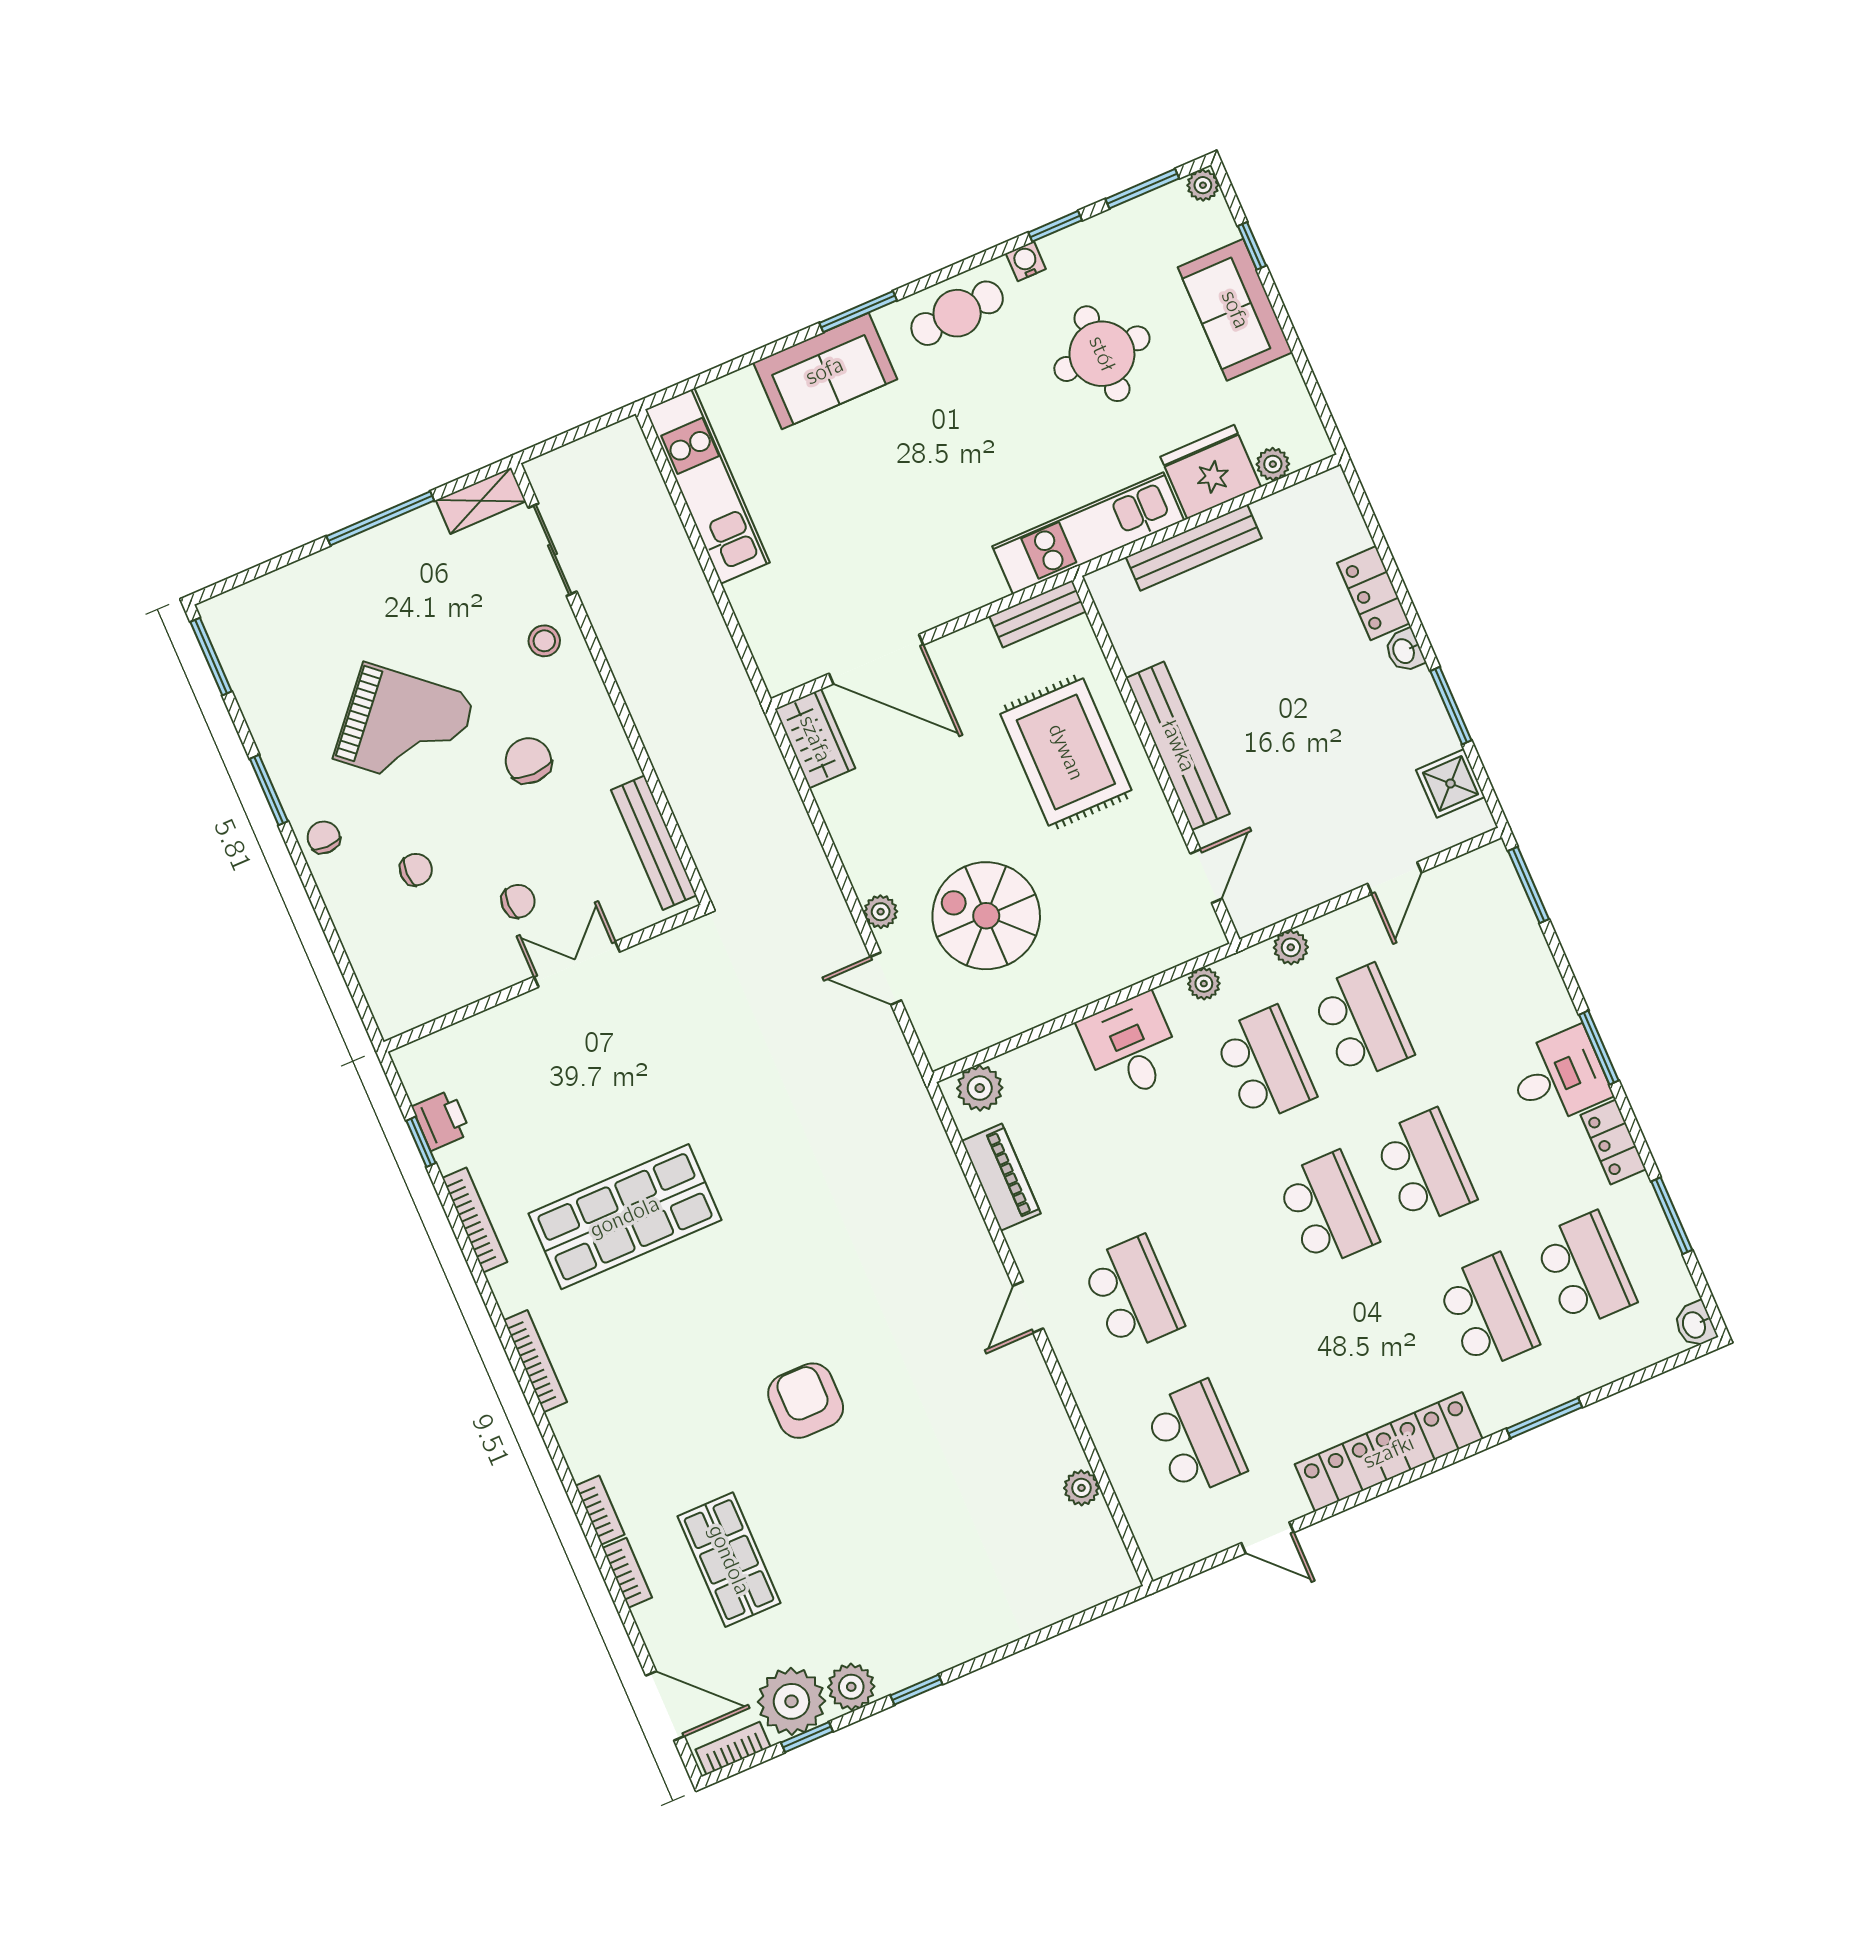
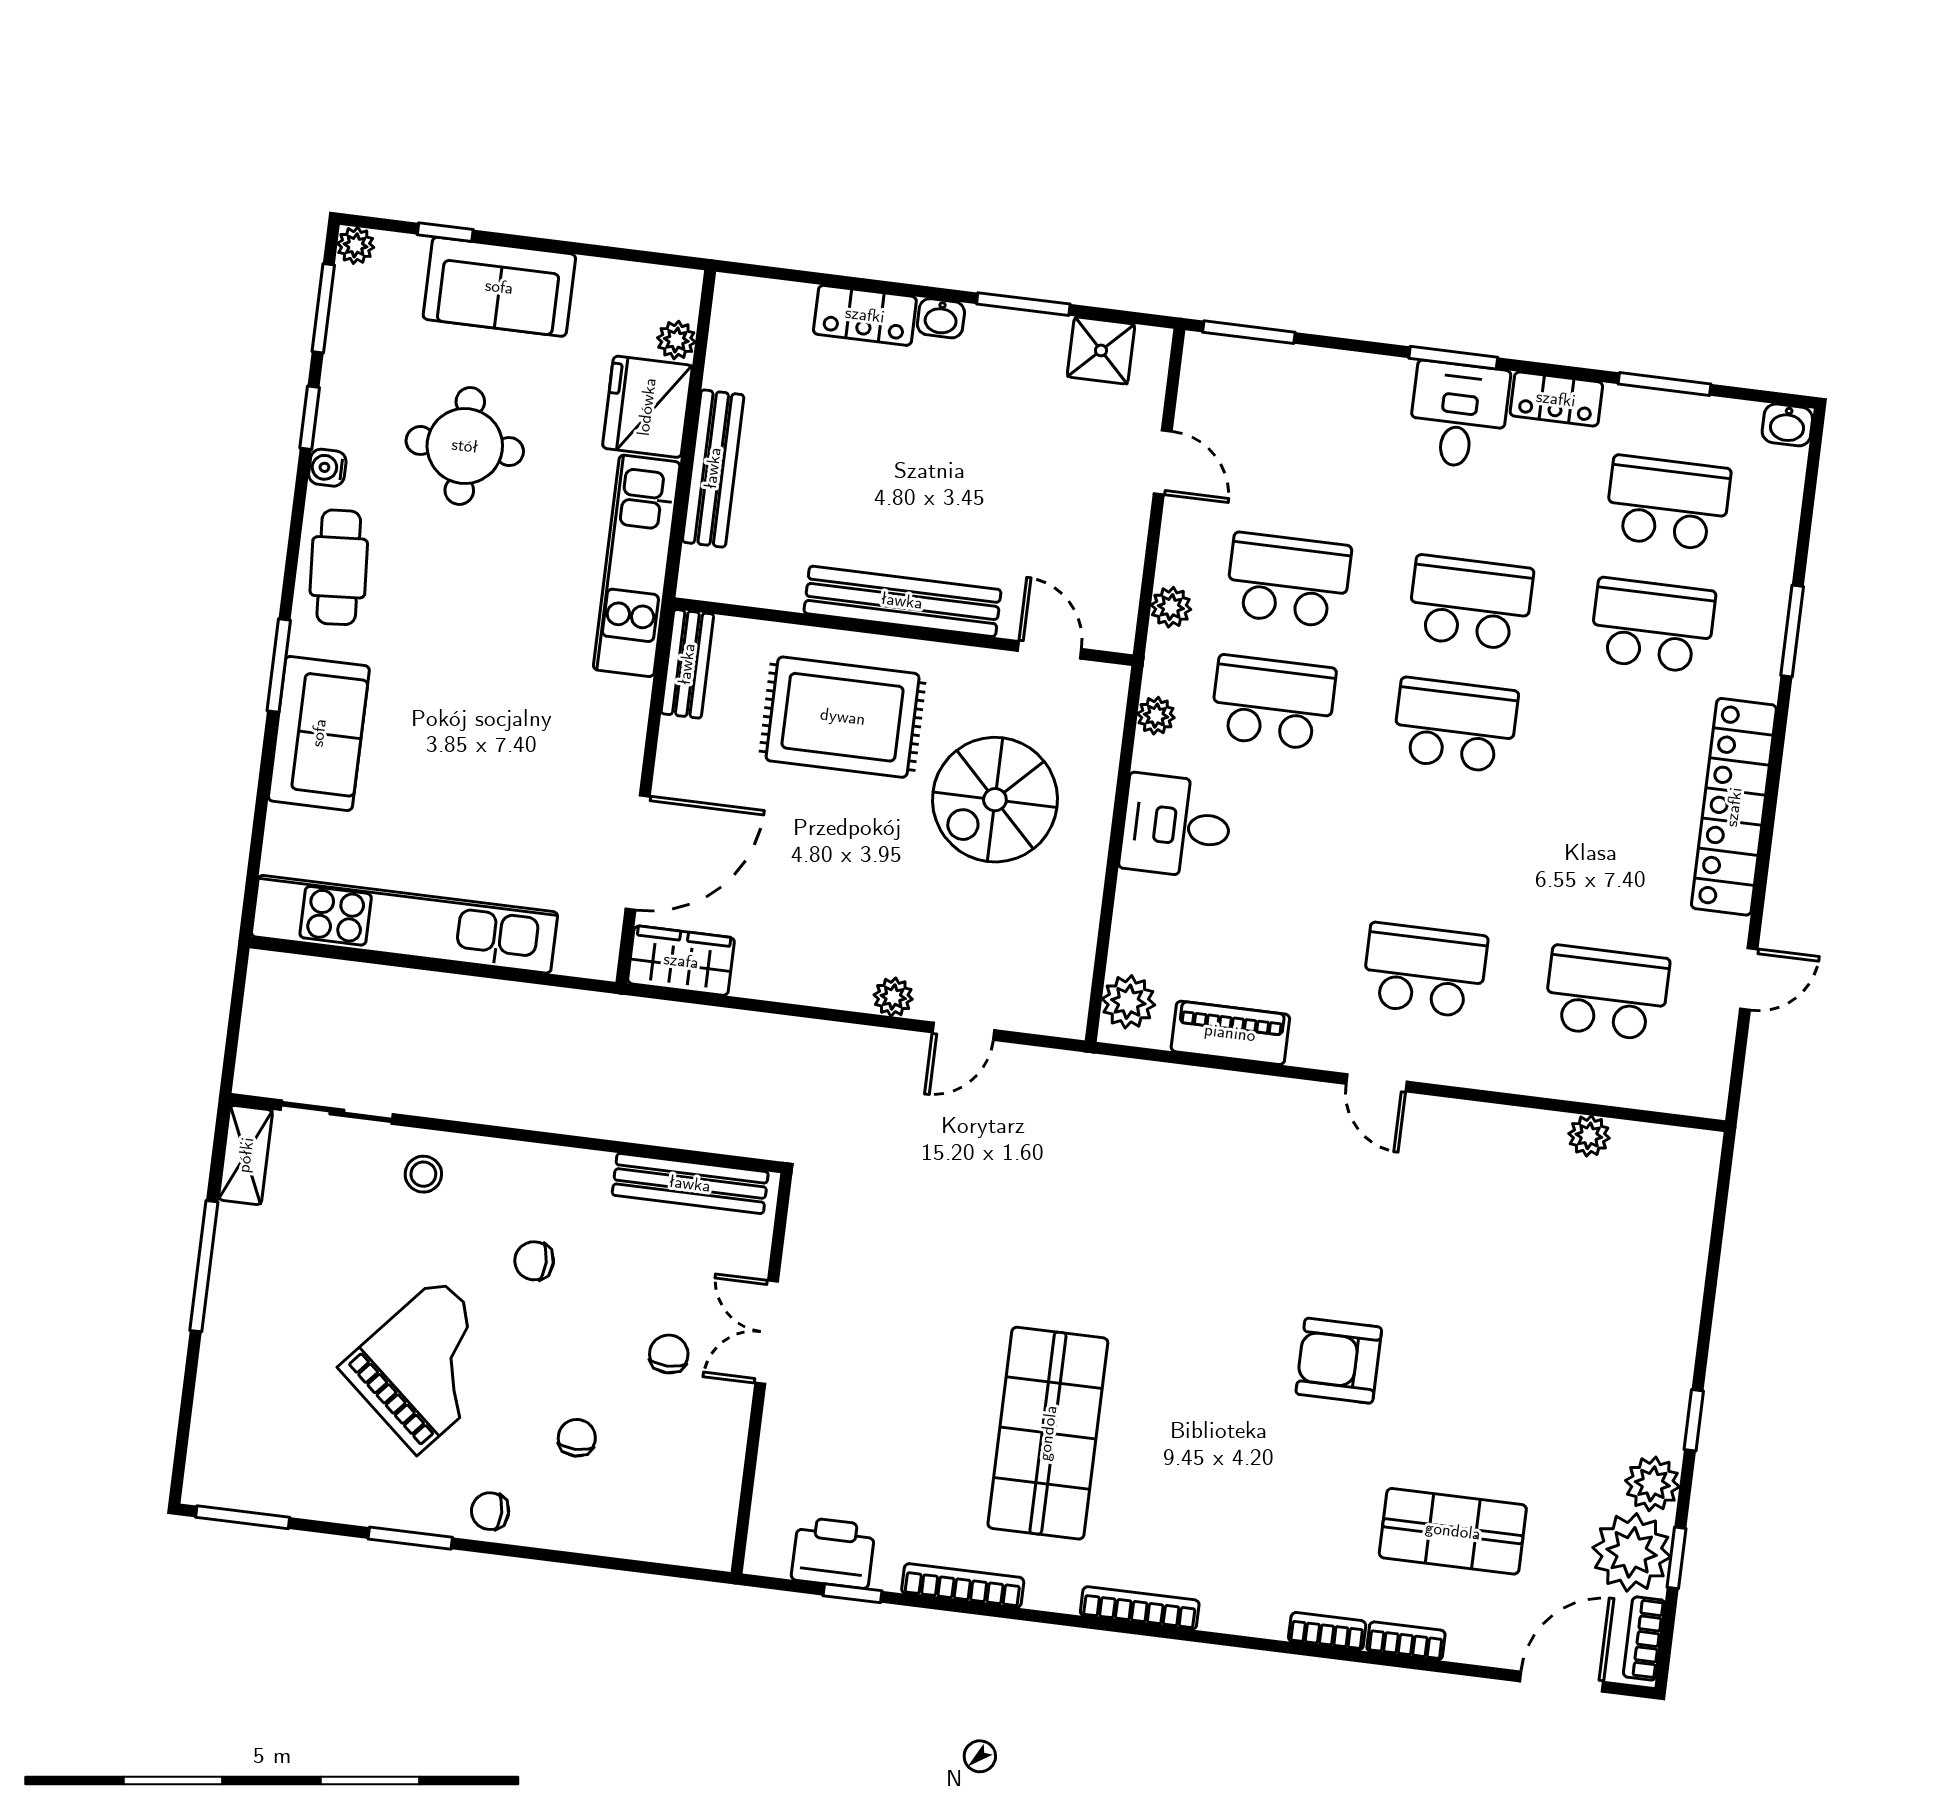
kitchen unit: (707, 486) -> (404, 924), width x1.36
chair: (528, 761) -> (534, 1261), width x0.73, depth x0.73
spiral stairs: (986, 916) -> (995, 800), moved
printer: (441, 1120) -> (833, 1553), width x1.36, depth x1.24

